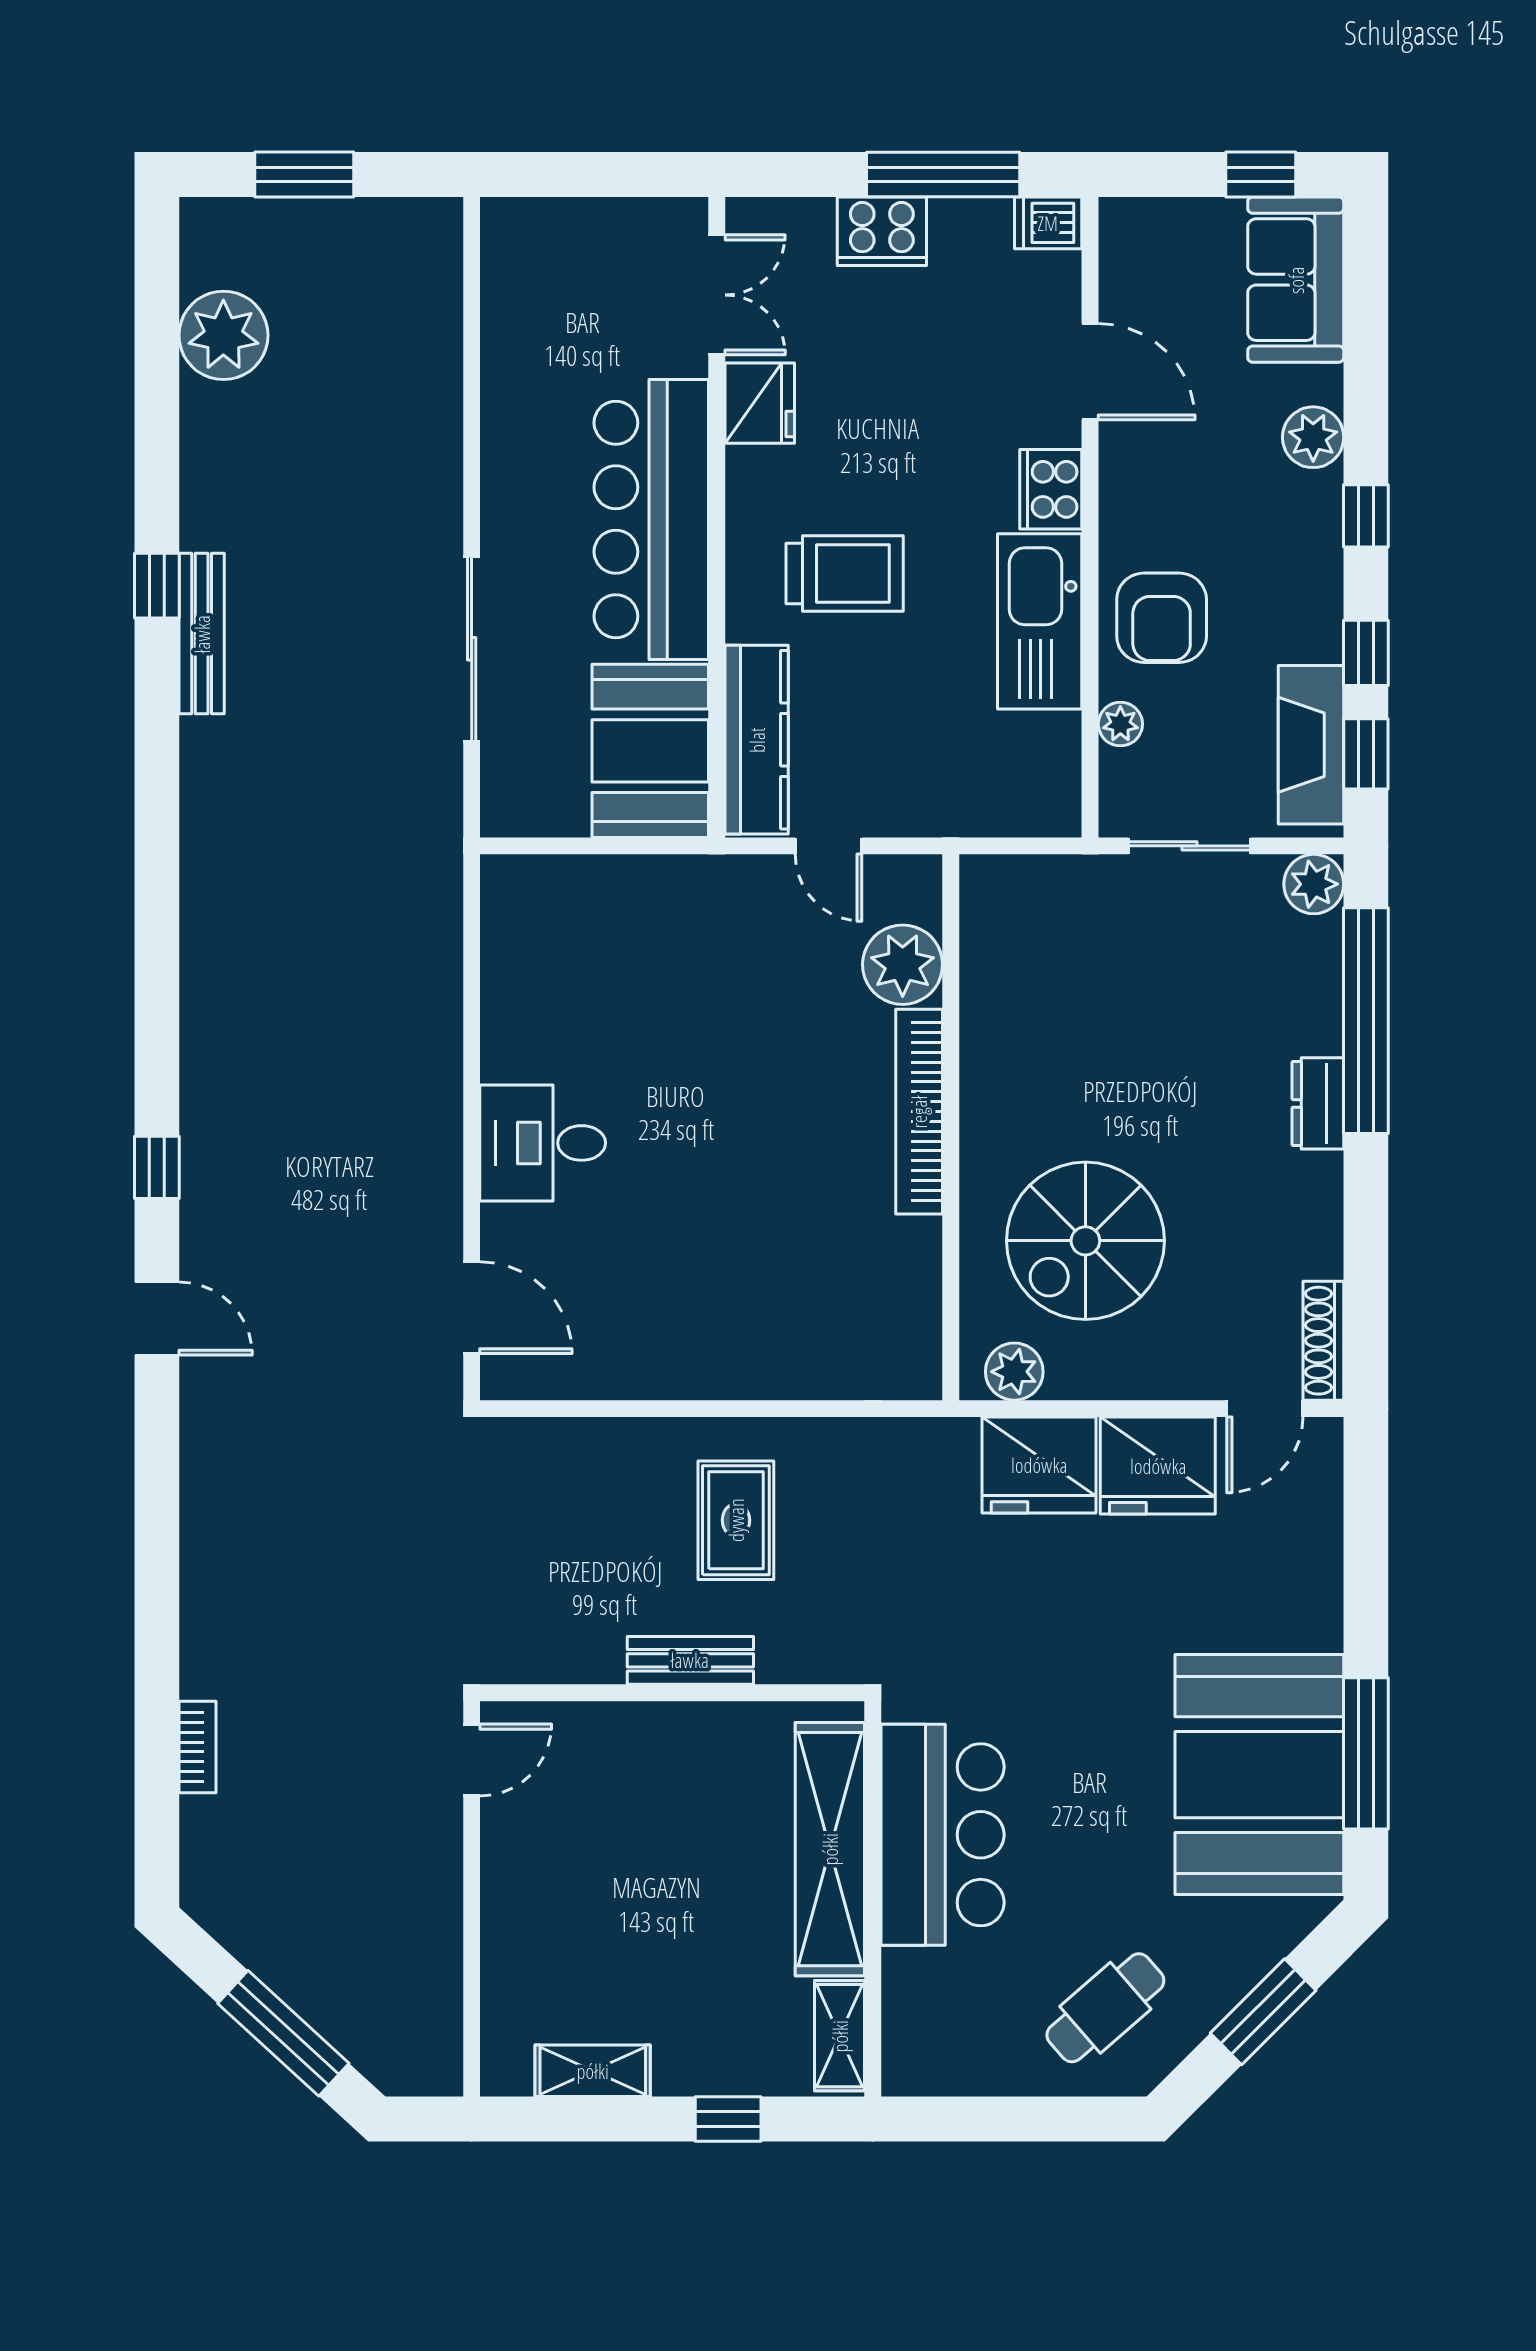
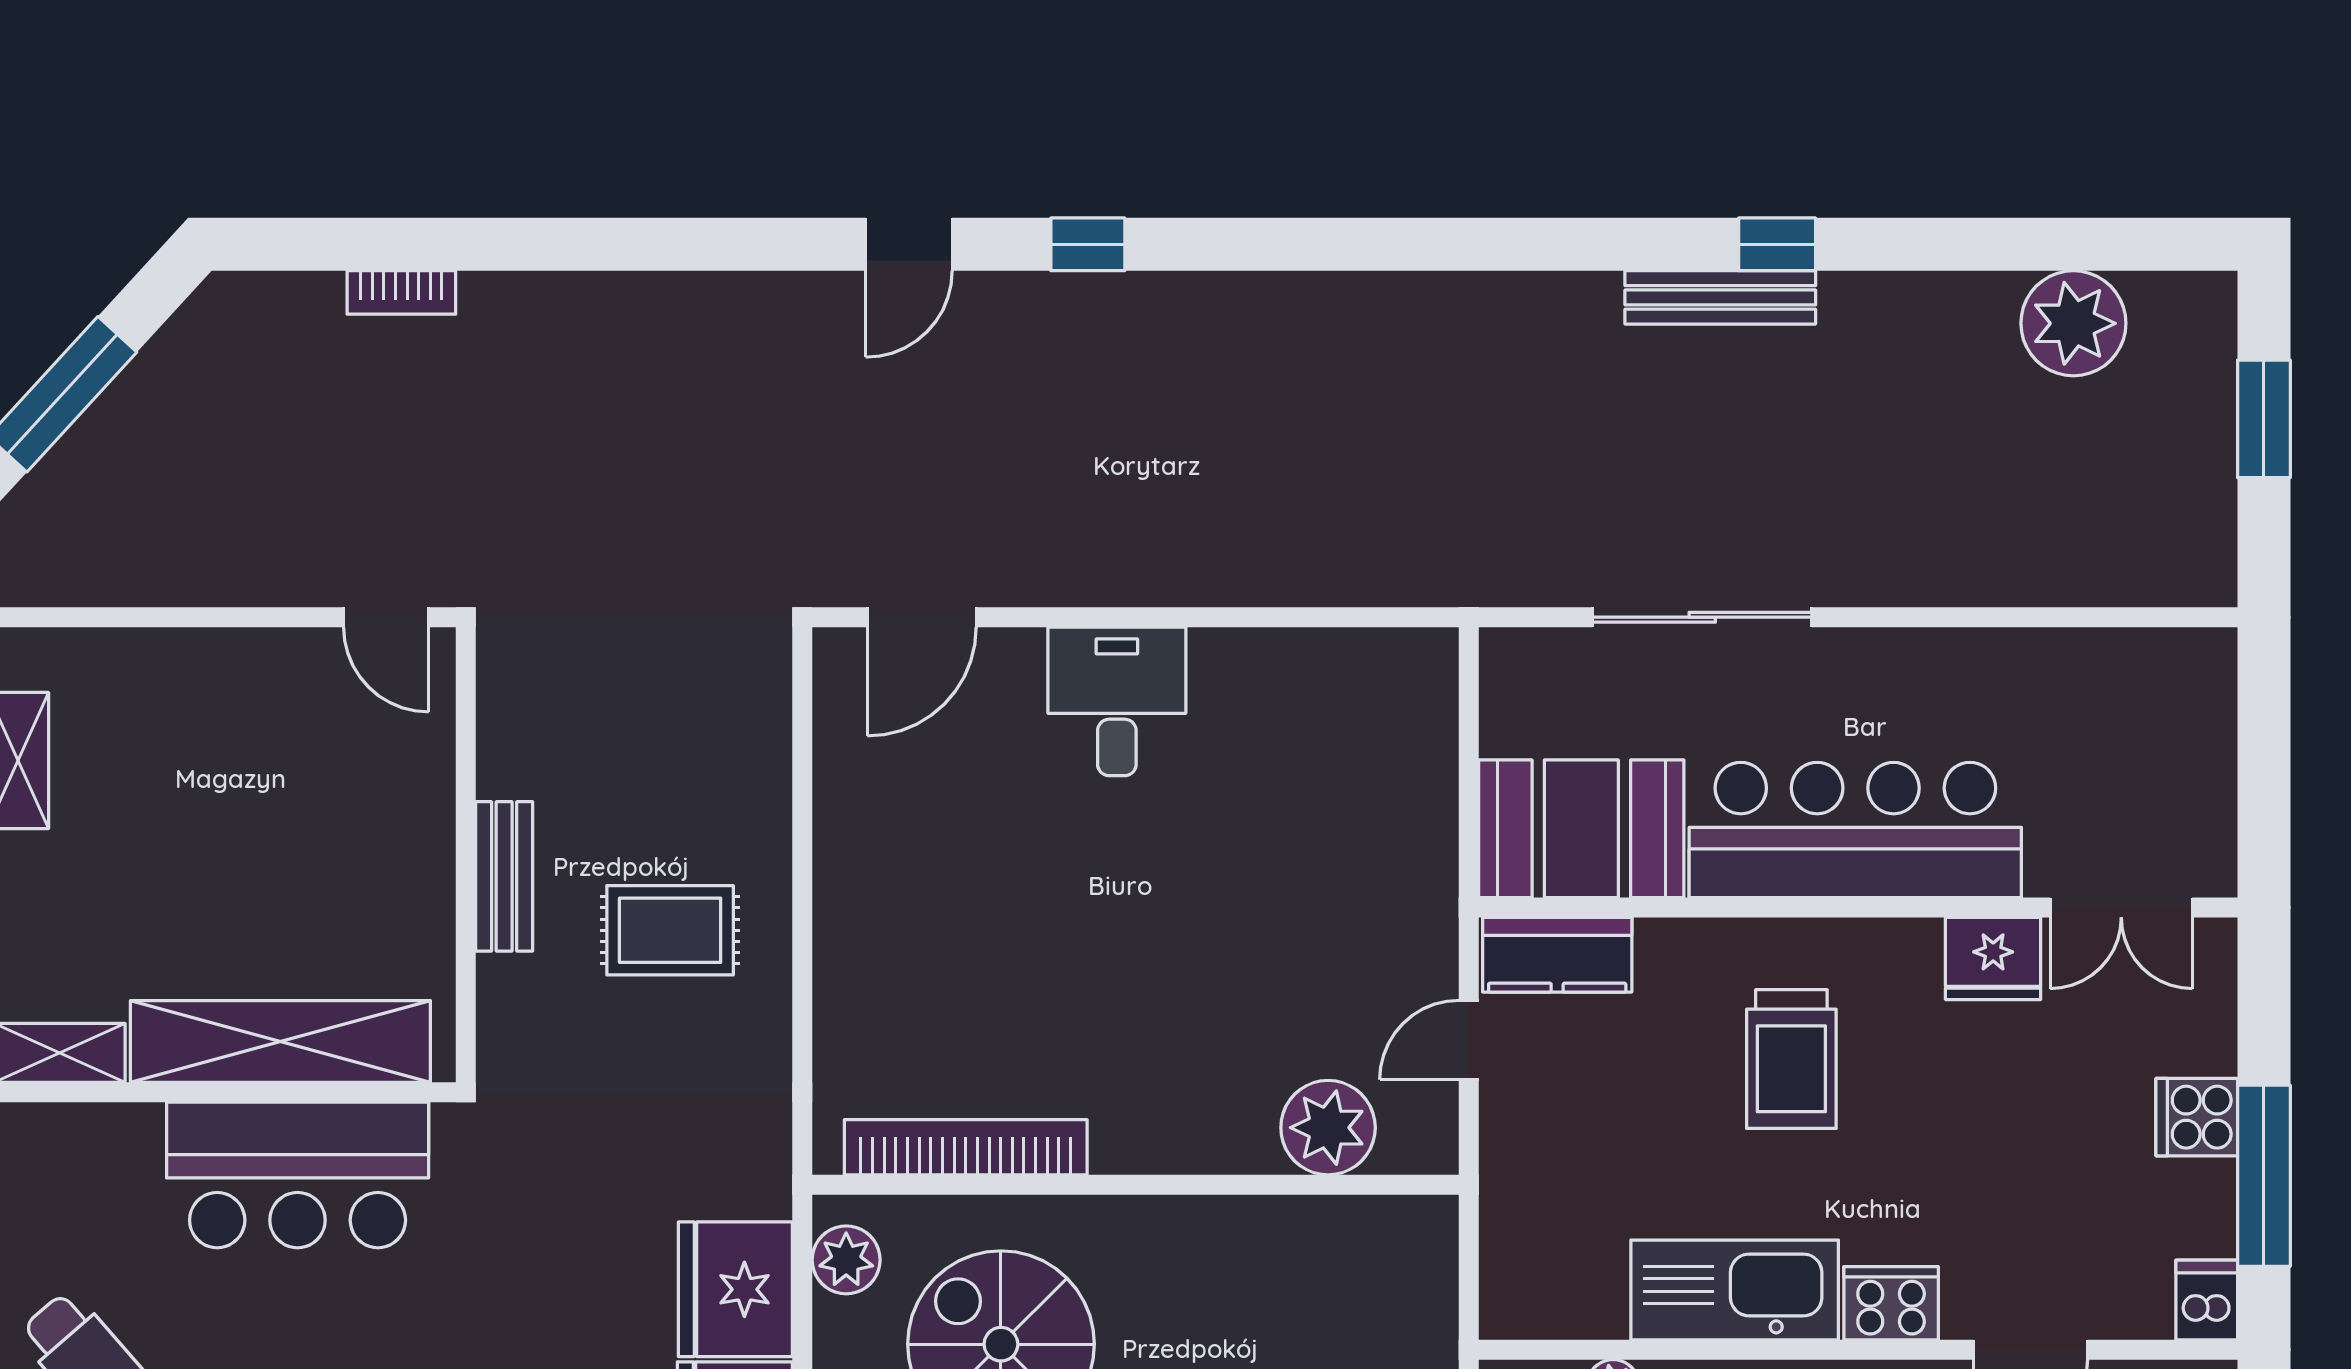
cooker: (882, 231) -> (2197, 1117), width x0.73
kitchen counter: (757, 740) -> (1557, 955), width x0.67
bookcase: (919, 1112) -> (966, 1147), moved

